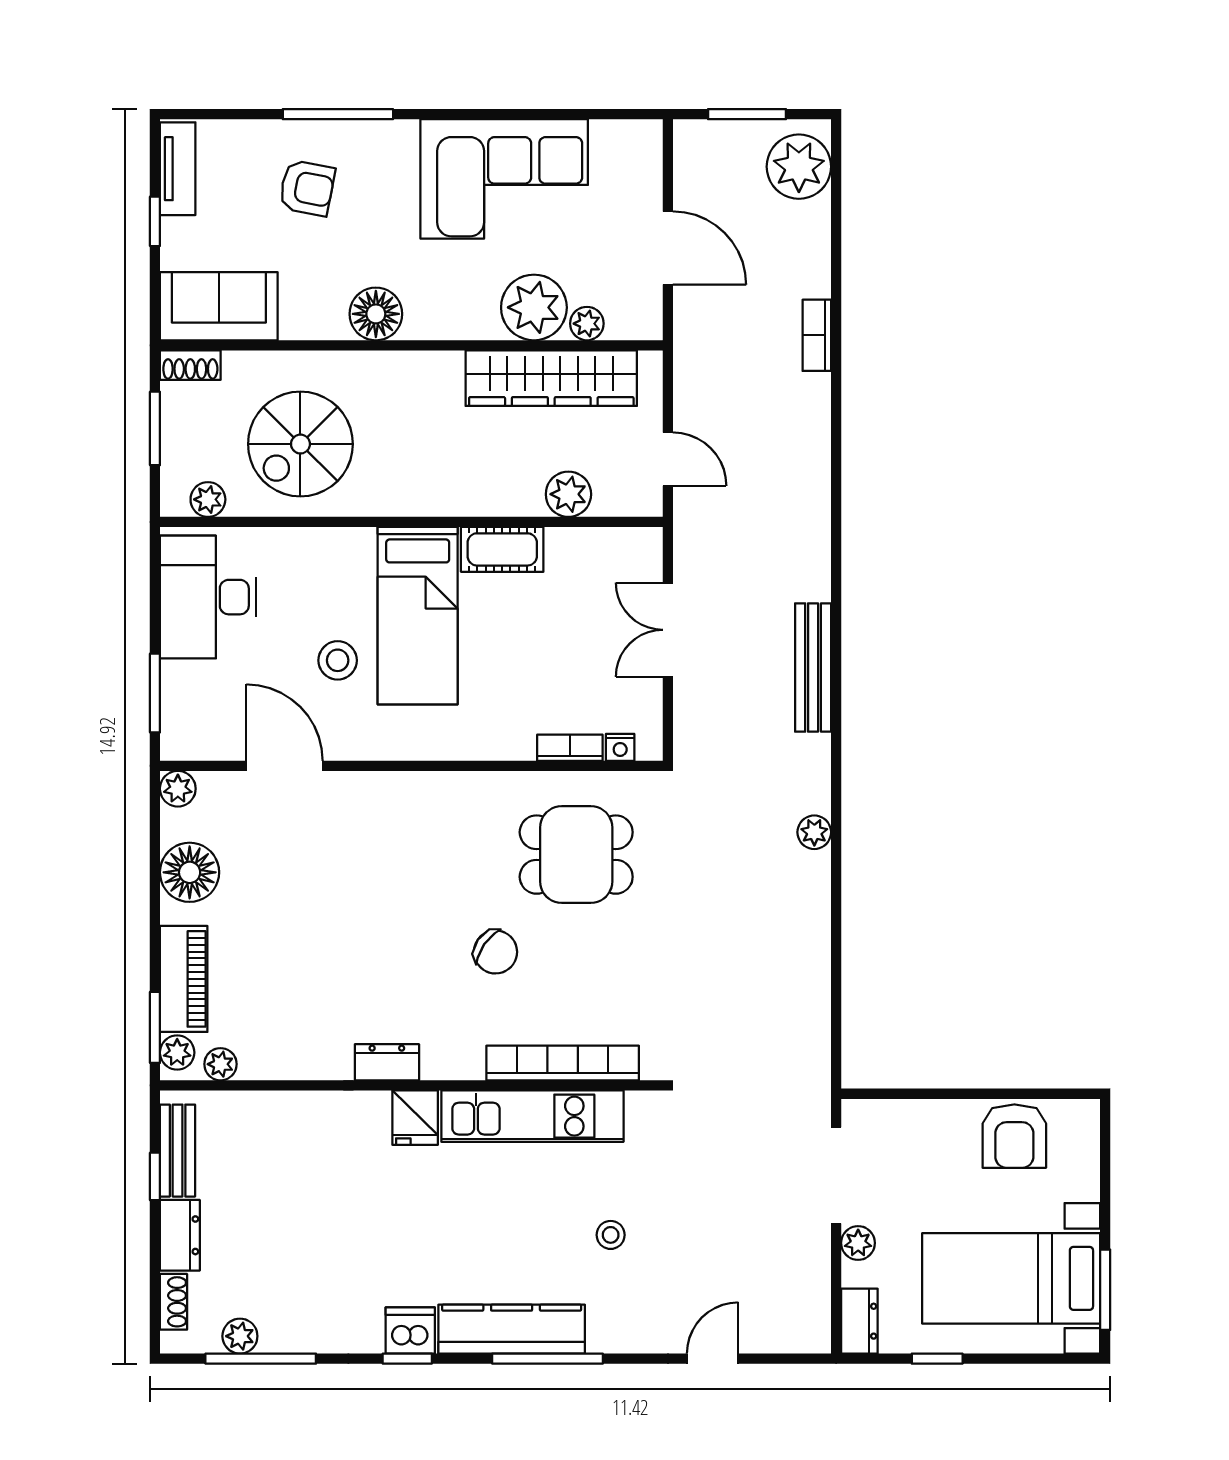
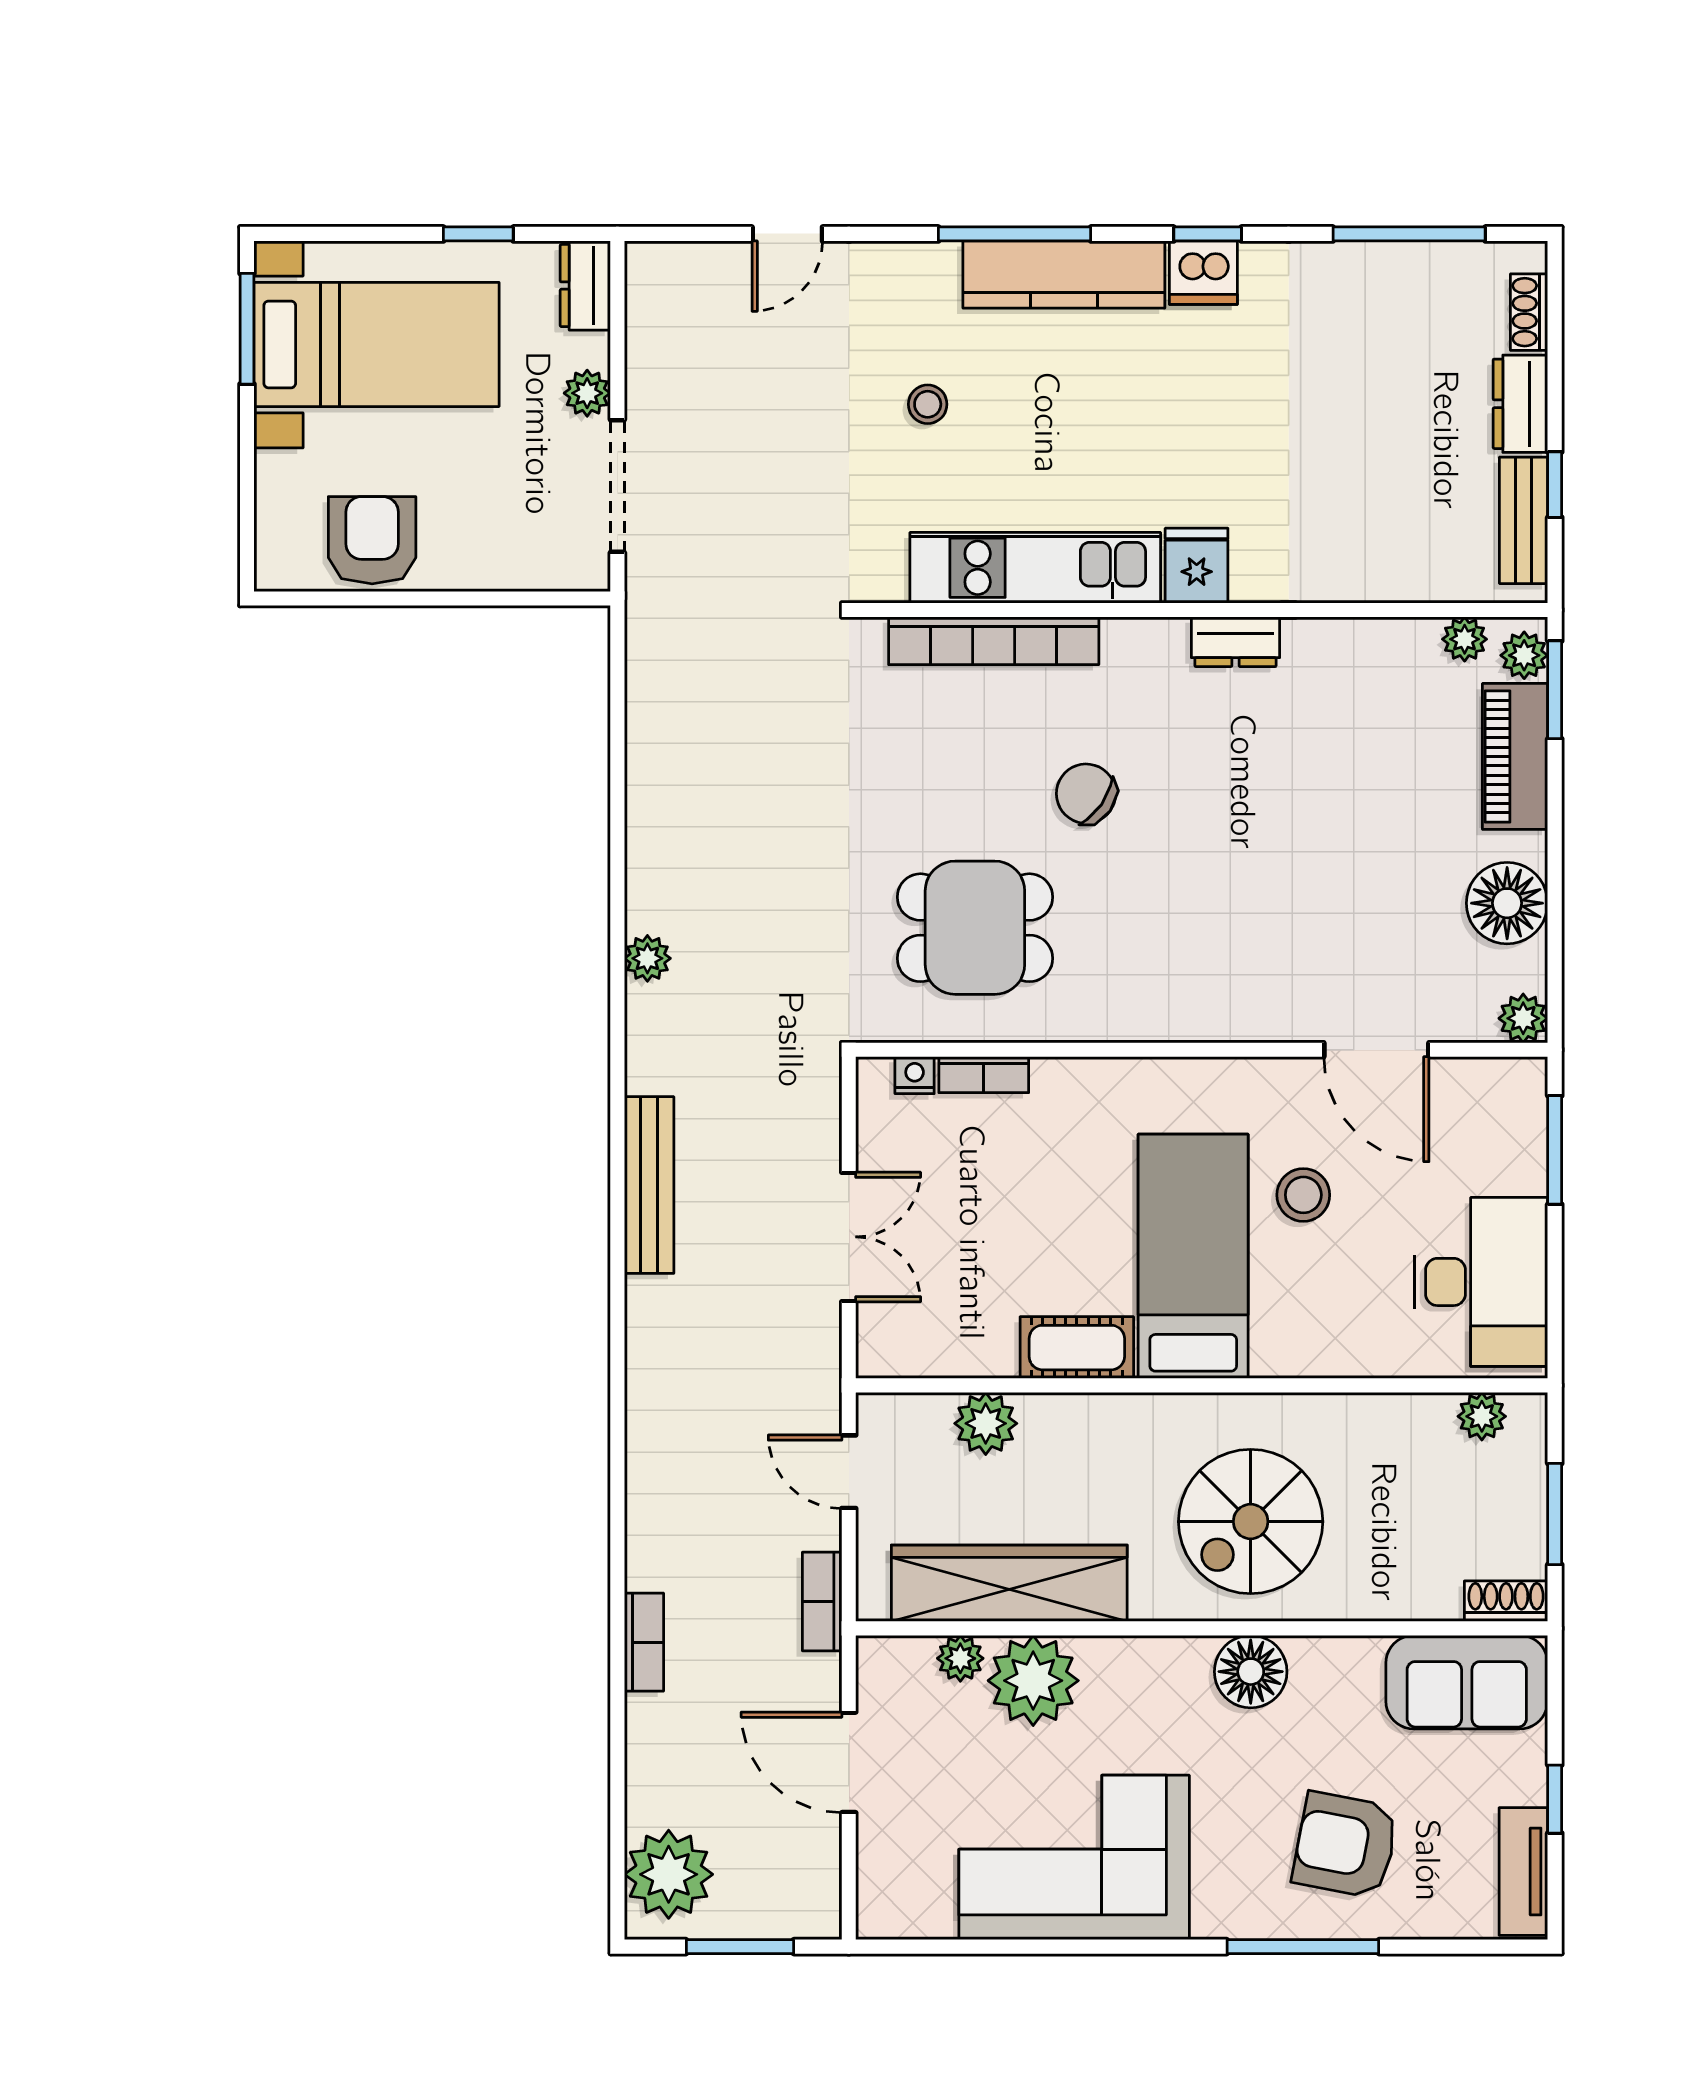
armchair: (307, 188) -> (1345, 1845), width x1.38, depth x1.38
bookcase: (687, 365) -> (822, 1601), added
spiral stairs: (300, 444) -> (1251, 1522), moved, turned 180
plant: (240, 1336) -> (1438, 265), removed

